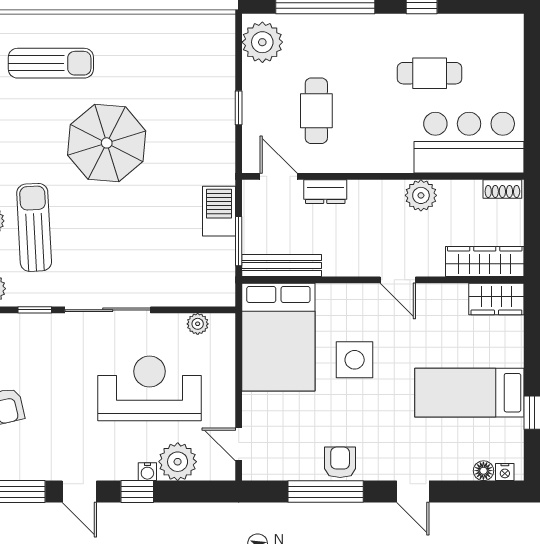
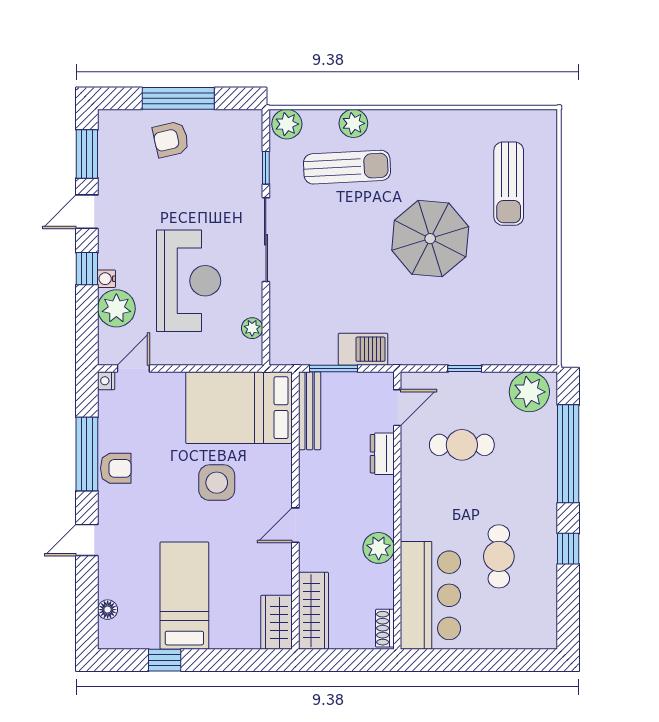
nightstand: (505, 472) -> (106, 381), moved

